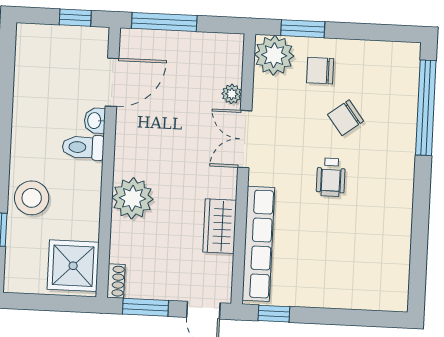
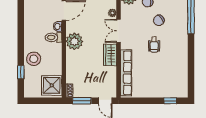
plant: (133, 198) -> (74, 41), moved
wardrobe: (220, 226) -> (110, 55), moved
window: (274, 314) -> (170, 101), moved

